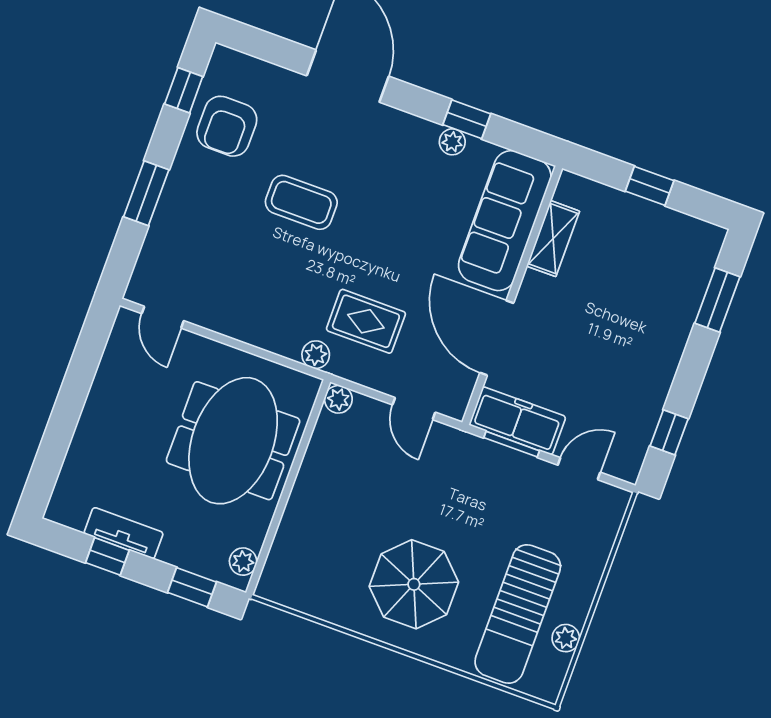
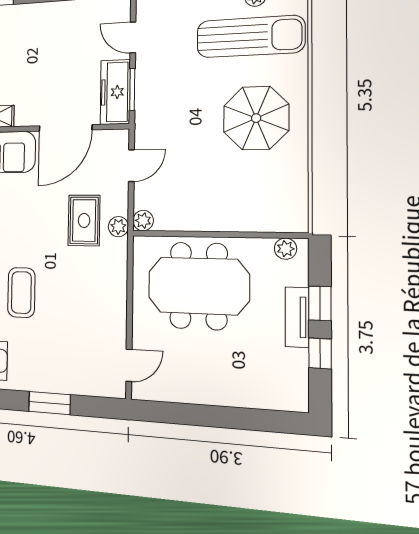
plant: (316, 355) -> (118, 227), moved
tv unit: (124, 533) -> (297, 317), moved
window: (192, 587) -> (320, 303), moved

